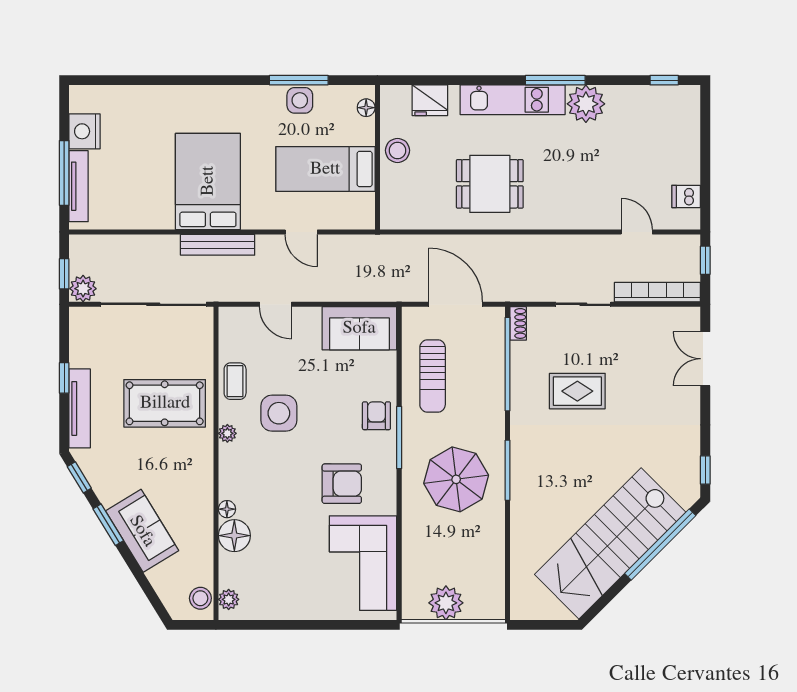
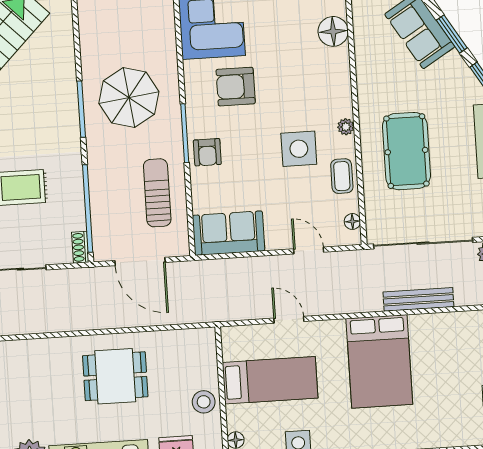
bench: (218, 245) -> (418, 299), moved
pool table: (165, 403) -> (406, 151), turned 90
floor lamp: (227, 509) -> (352, 221), moved

